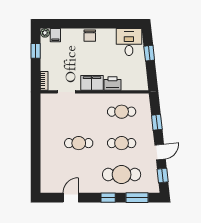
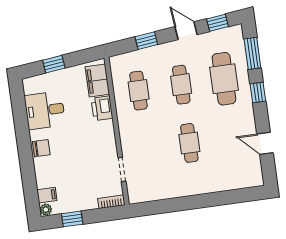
desk: (129, 42) -> (45, 110), moved
filing cabinet: (92, 83) -> (97, 80), moved

